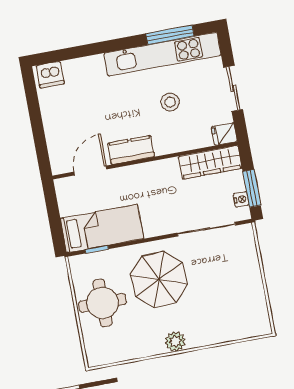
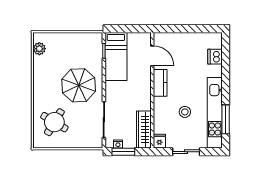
dishwasher: (50, 75) -> (215, 57), moved
round table: (103, 303) -> (54, 122), moved, turned 31
plant: (175, 341) -> (39, 49), moved

